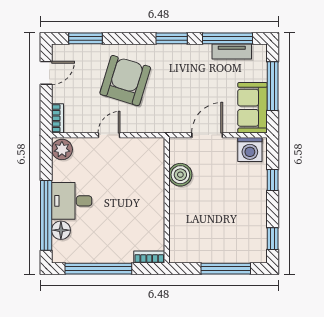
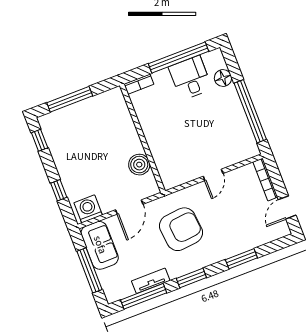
window: (85, 38) -> (241, 259), moved
tv unit: (232, 52) -> (151, 281), moved
armchair: (125, 81) -> (181, 229), moved, turned -113
bookcase: (58, 118) -> (265, 179), width x1.56
plant: (62, 149) -> (249, 147), removed
desk: (72, 201) -> (190, 78), moved, turned -90
window: (46, 215) -> (250, 111), moved

